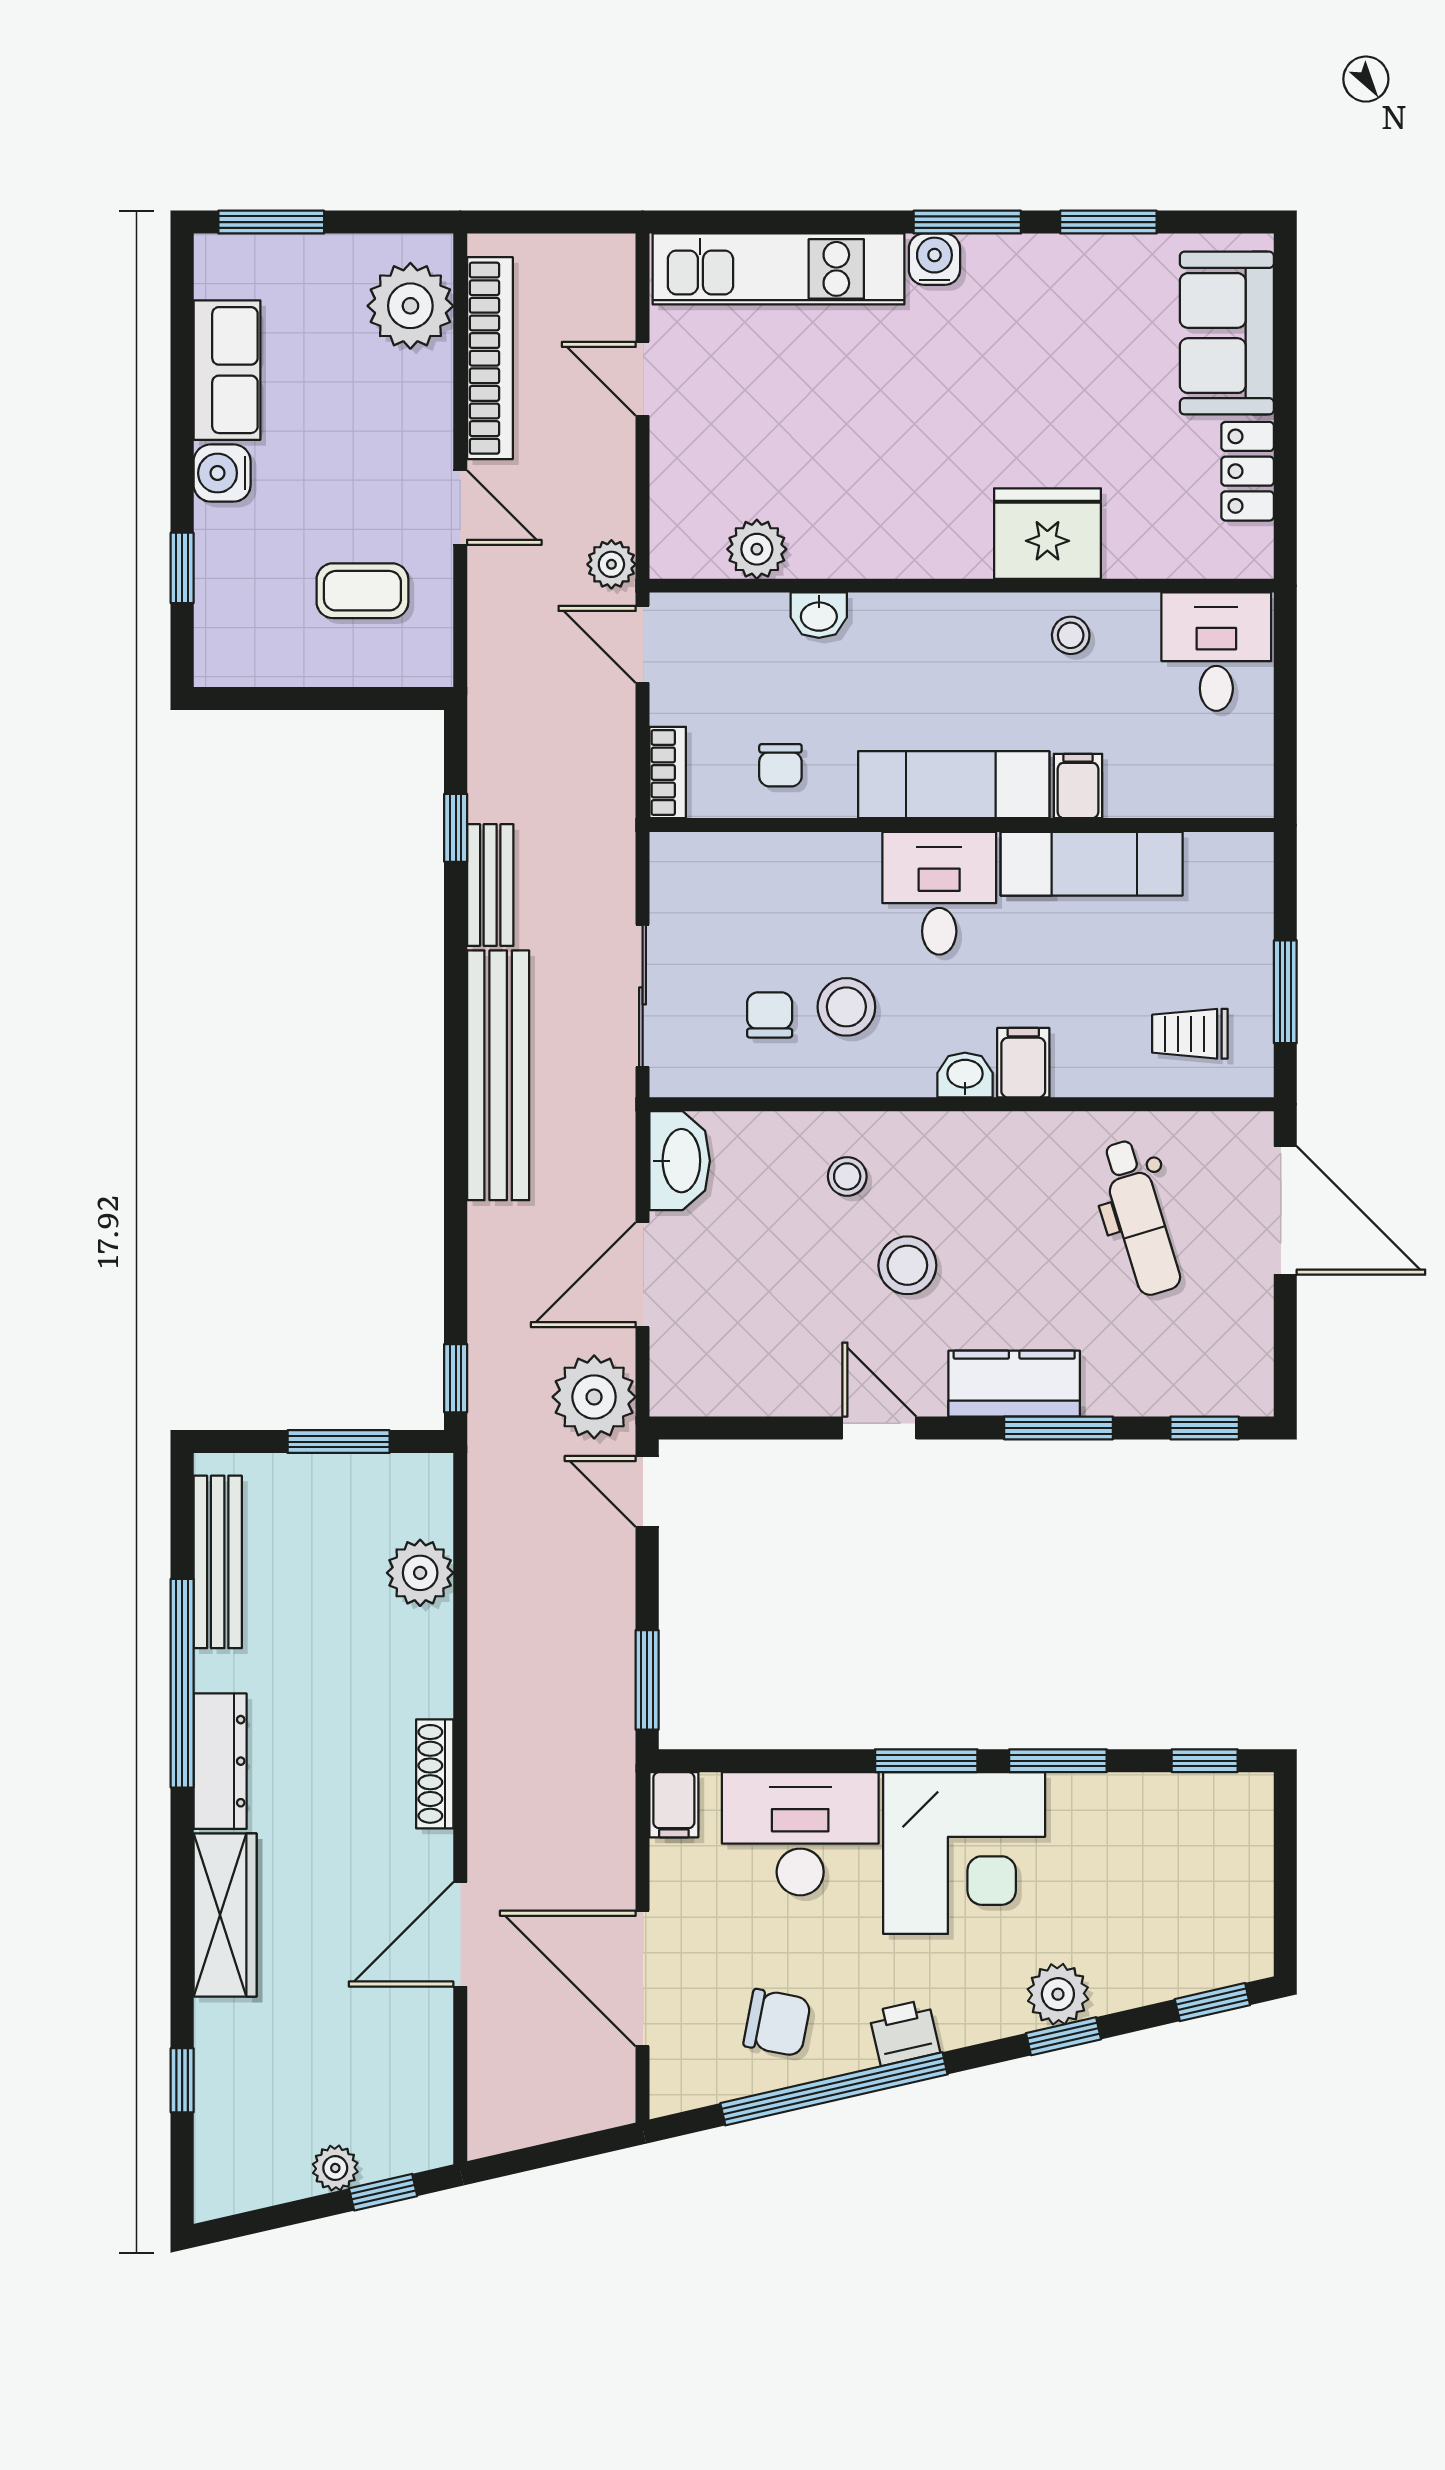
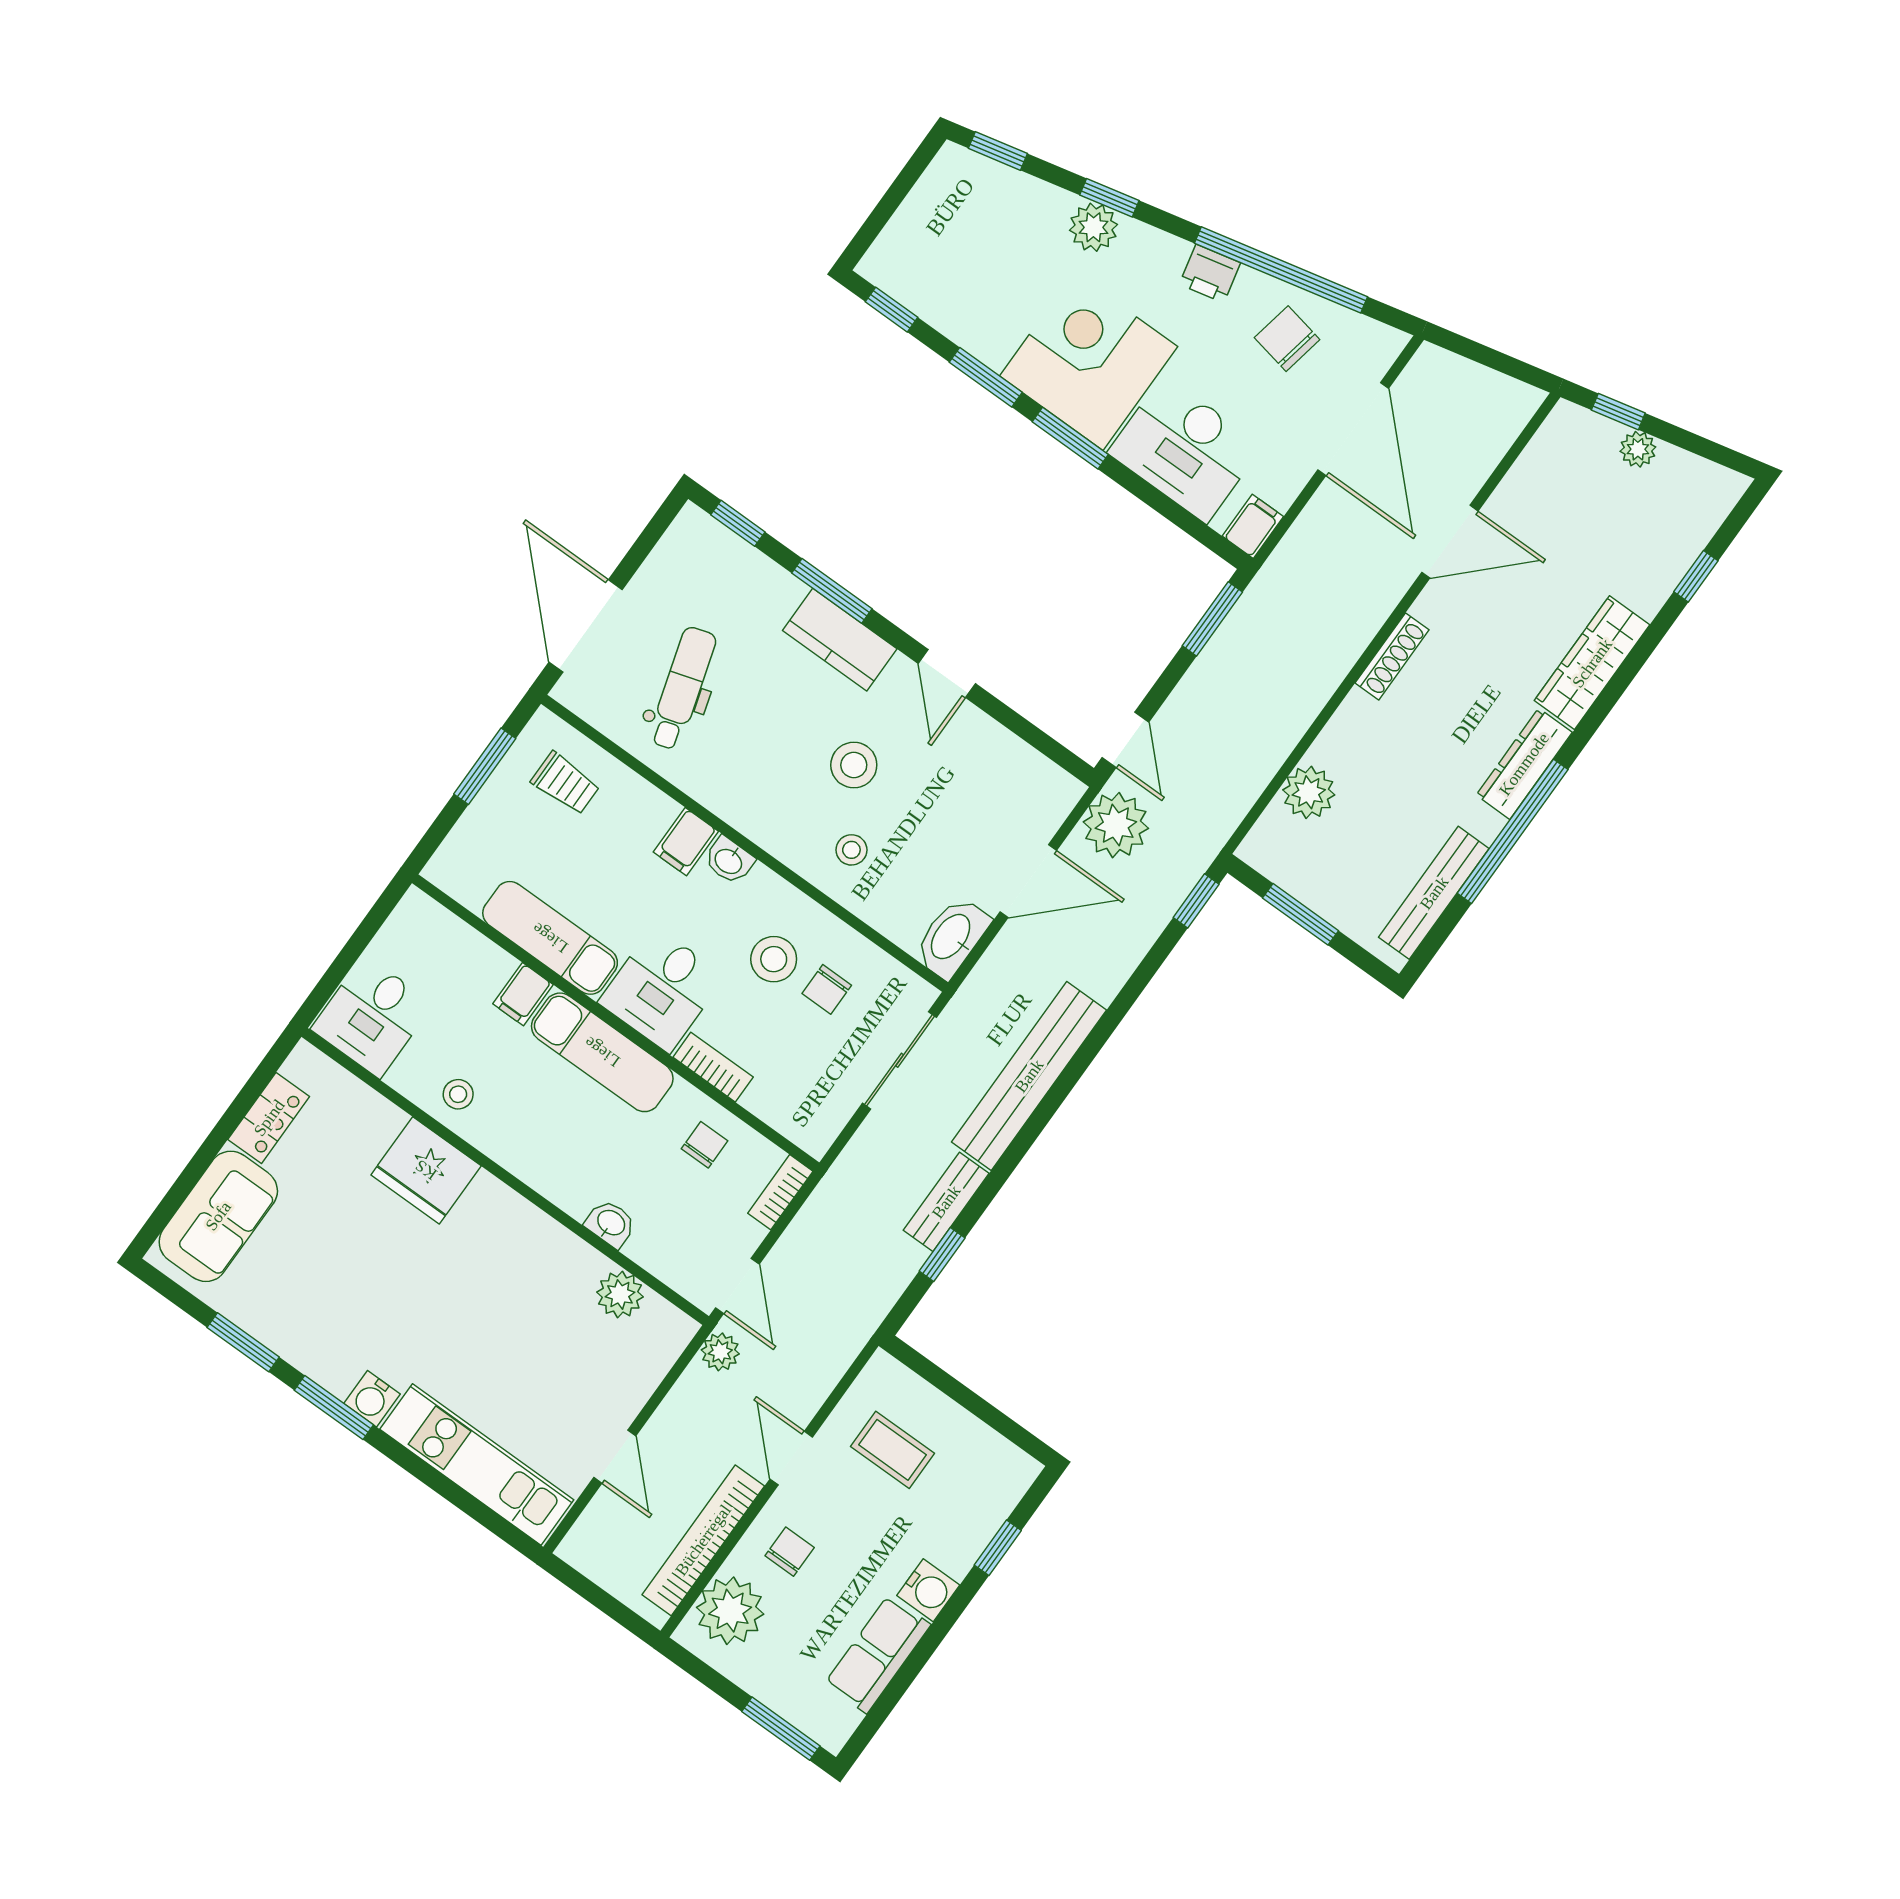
chair: (393, 410) -> (790, 1552), added
bookcase: (829, 851) -> (713, 1067), added

